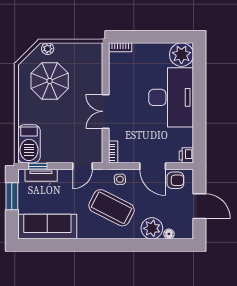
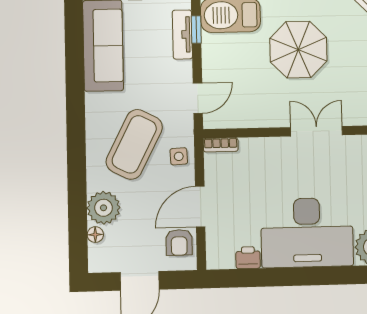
parasol: (50, 81) -> (298, 50), moved
double door: (106, 111) -> (316, 131), moved
printer: (186, 155) -> (248, 258), moved
door: (83, 166) -> (198, 98), swing flipped

